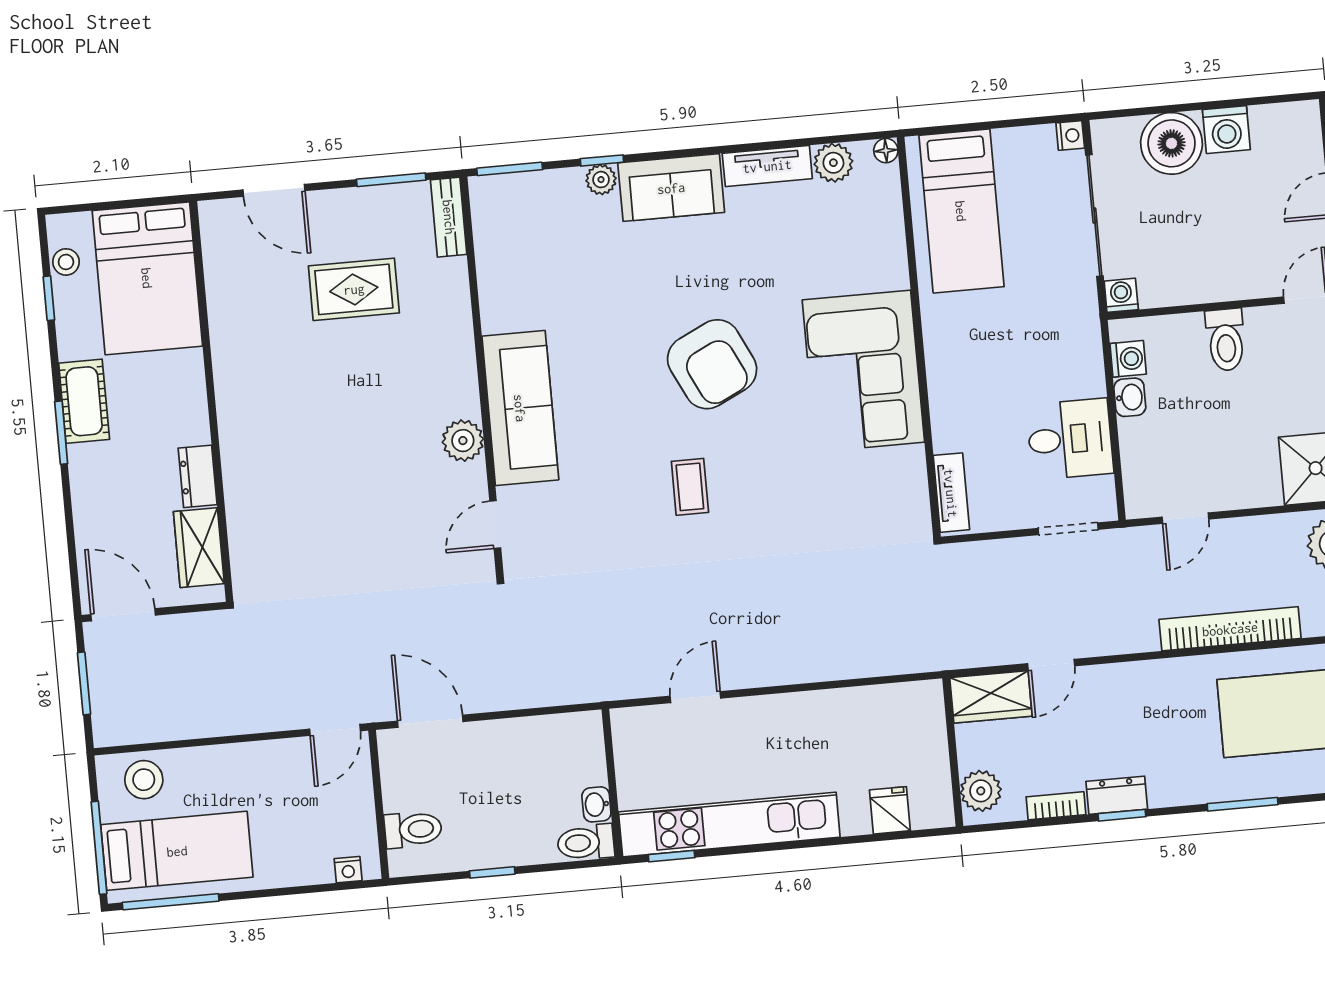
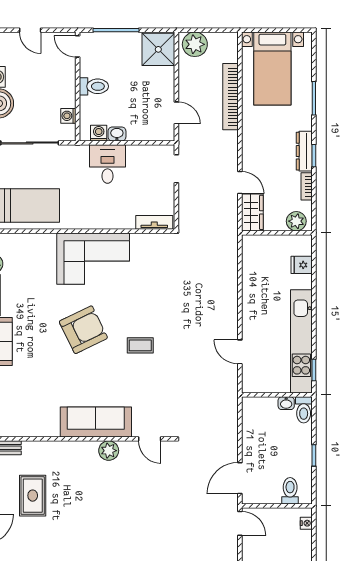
washing machine: (1121, 295) -> (68, 116), moved
desk: (1070, 439) -> (108, 164), moved
dresser: (1117, 795) -> (304, 151), width x1.44

